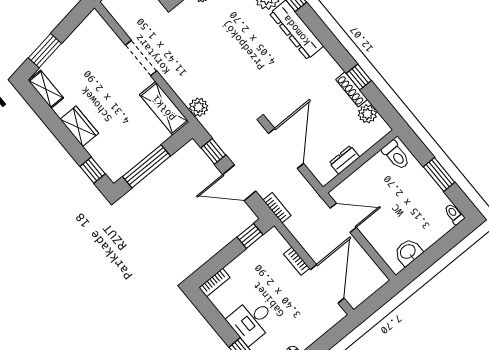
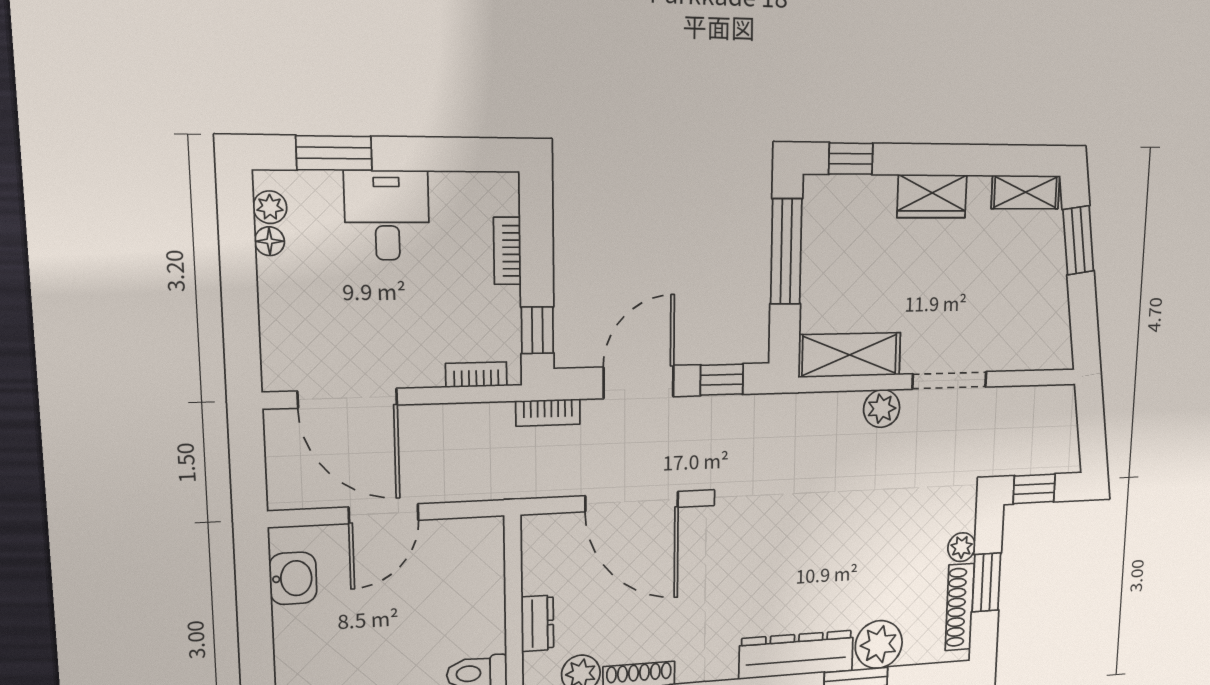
plant: (199, 107) -> (882, 409), moved
dresser: (344, 160) -> (537, 623), moved
door: (343, 218) -> (384, 514), moved
bookcase: (297, 261) -> (476, 375), moved
bookcase: (214, 283) -> (507, 251), moved

